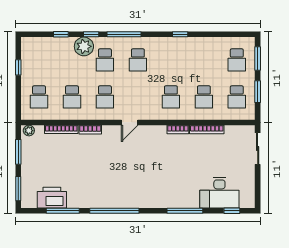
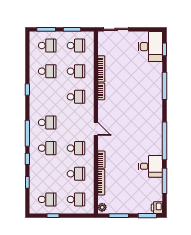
plant: (84, 46) -> (37, 164), removed
school desk: (39, 60) -> (47, 199), added
school desk: (204, 60) -> (47, 71), added
desk: (82, 193) -> (151, 166), added
desk: (219, 193) -> (150, 47), moved
printer: (52, 198) -> (157, 208), moved, width x0.53, depth x0.68

